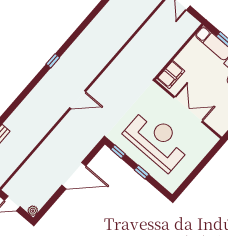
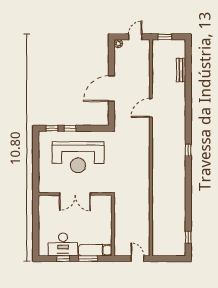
filing cabinet: (171, 75) -> (105, 207), removed
door: (78, 100) -> (151, 108), moved
window: (118, 152) -> (52, 128), moved

